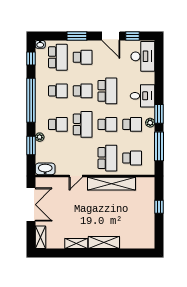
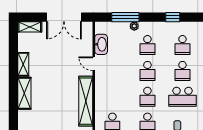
window: (31, 100) -> (173, 17), width x0.32
school desk: (83, 124) -> (147, 71), width x0.54
window: (31, 146) -> (125, 17), width x1.44
school desk: (107, 158) -> (112, 97), removed
washbasin: (45, 169) -> (101, 44), moved

